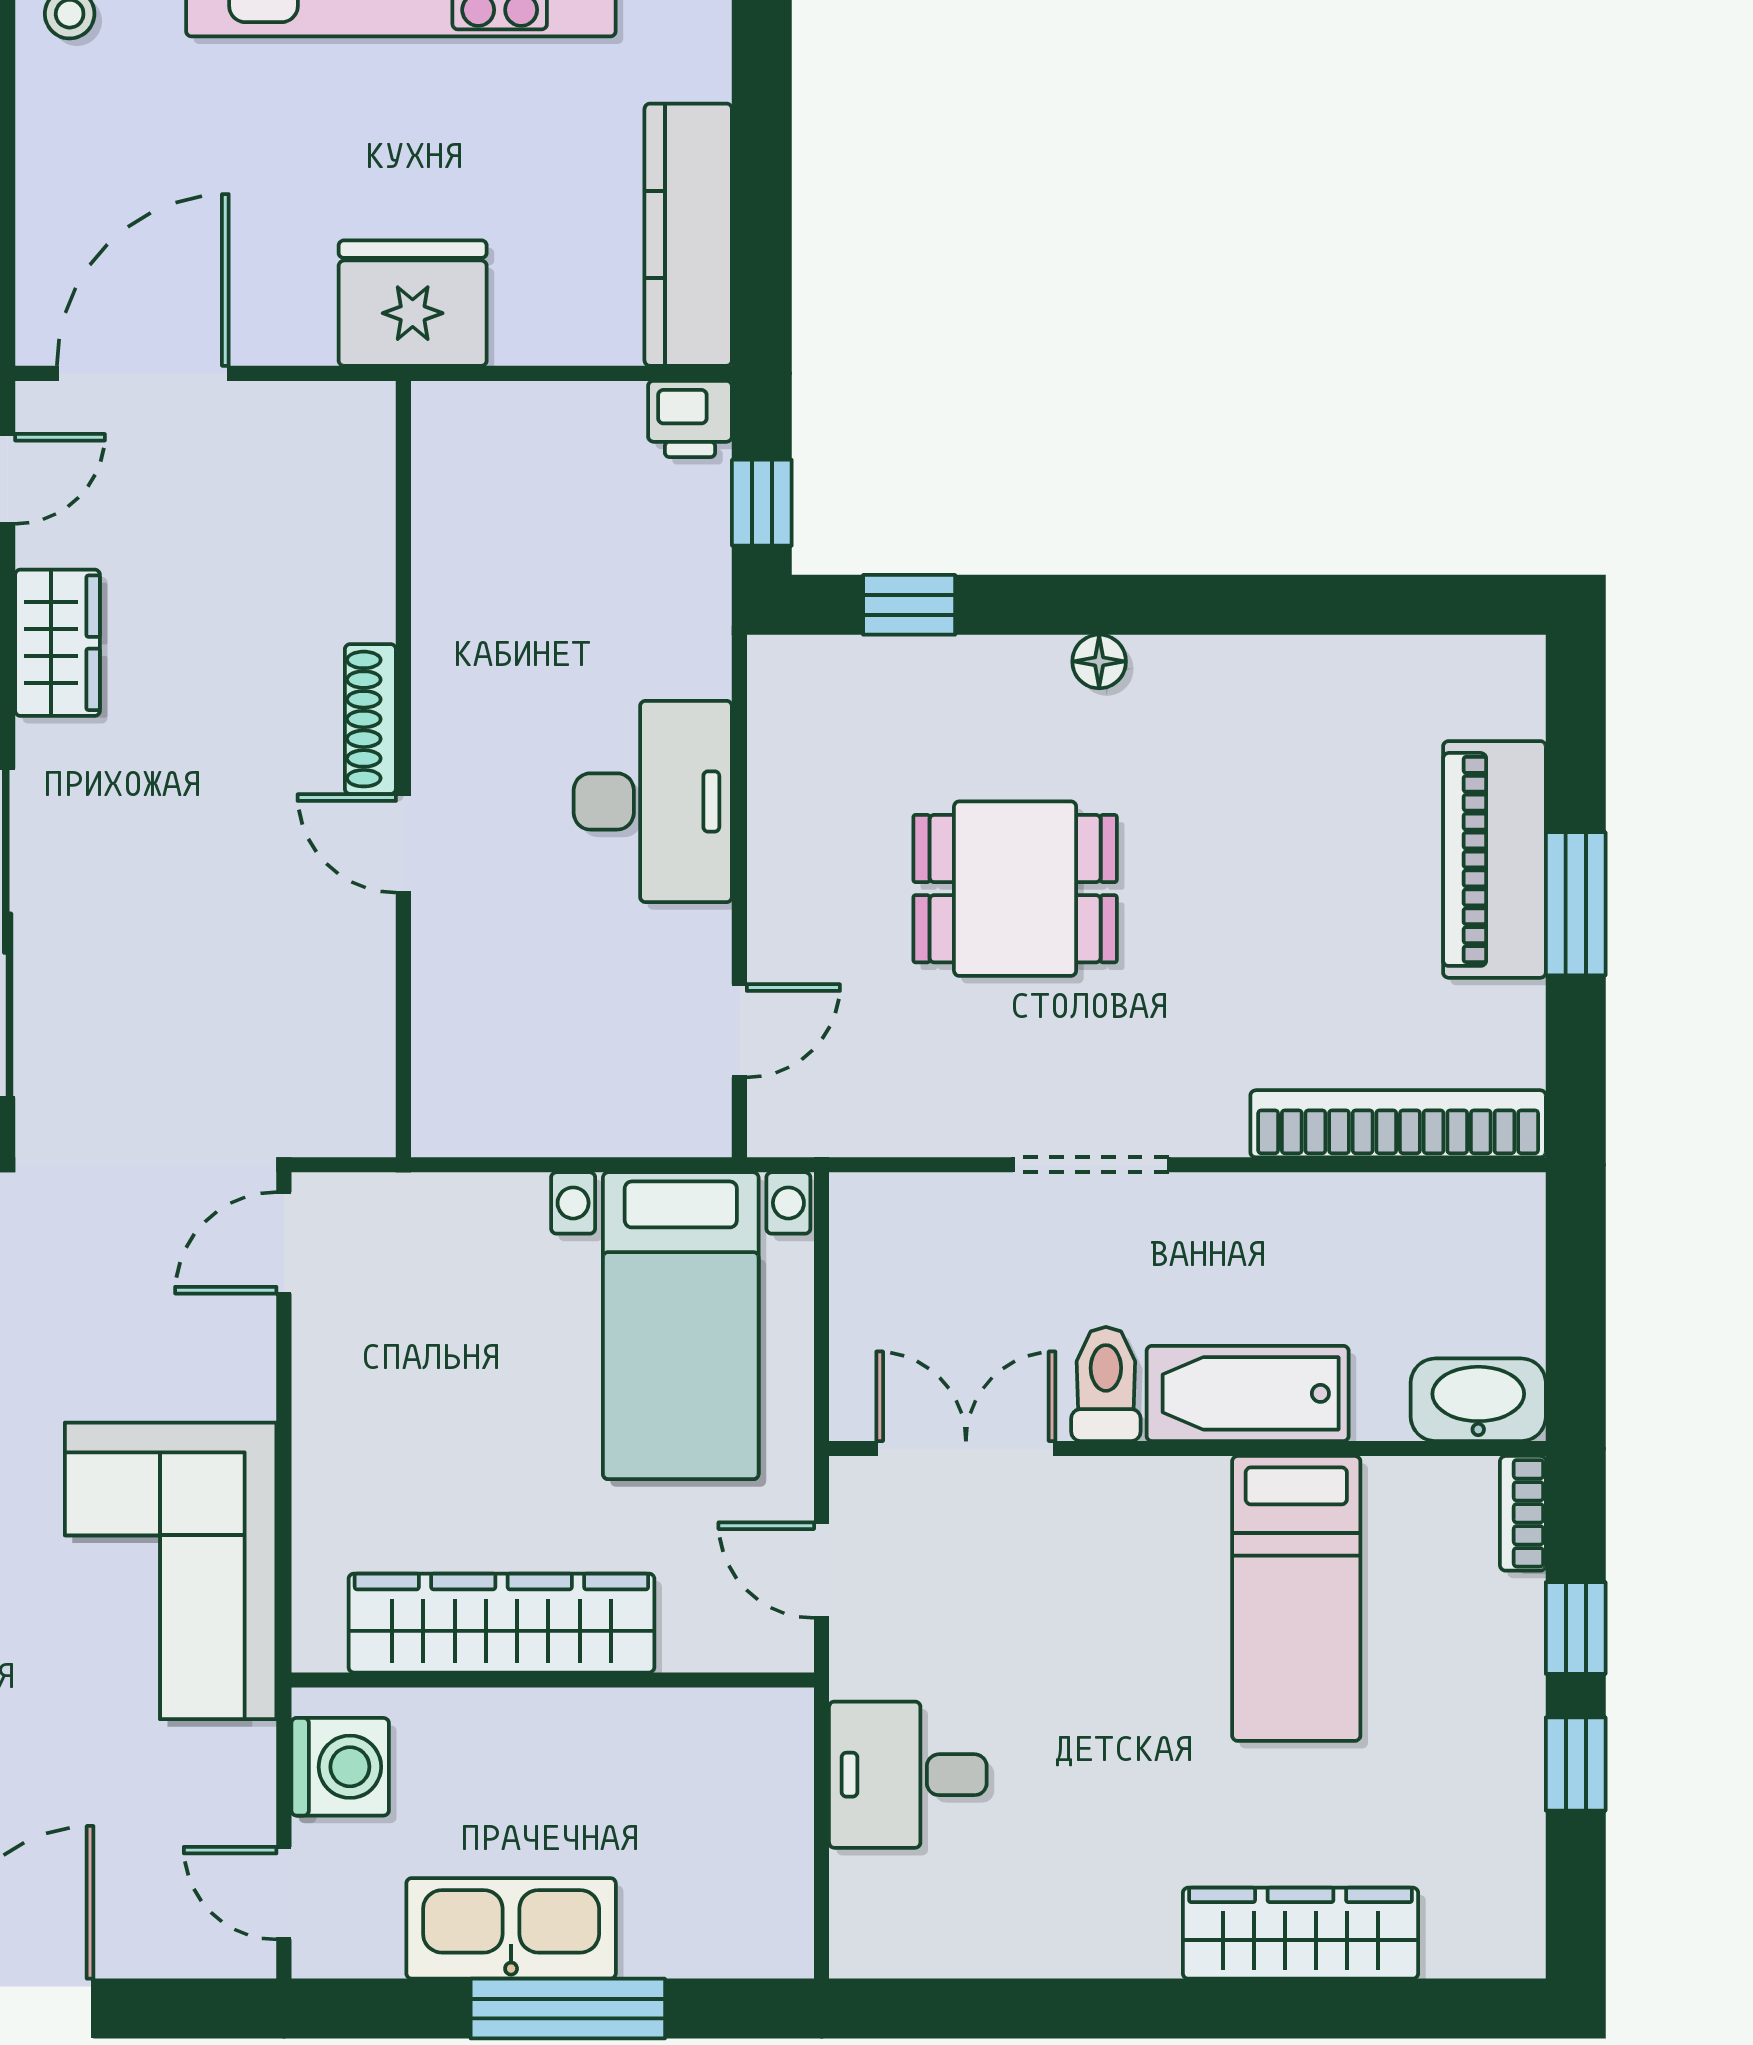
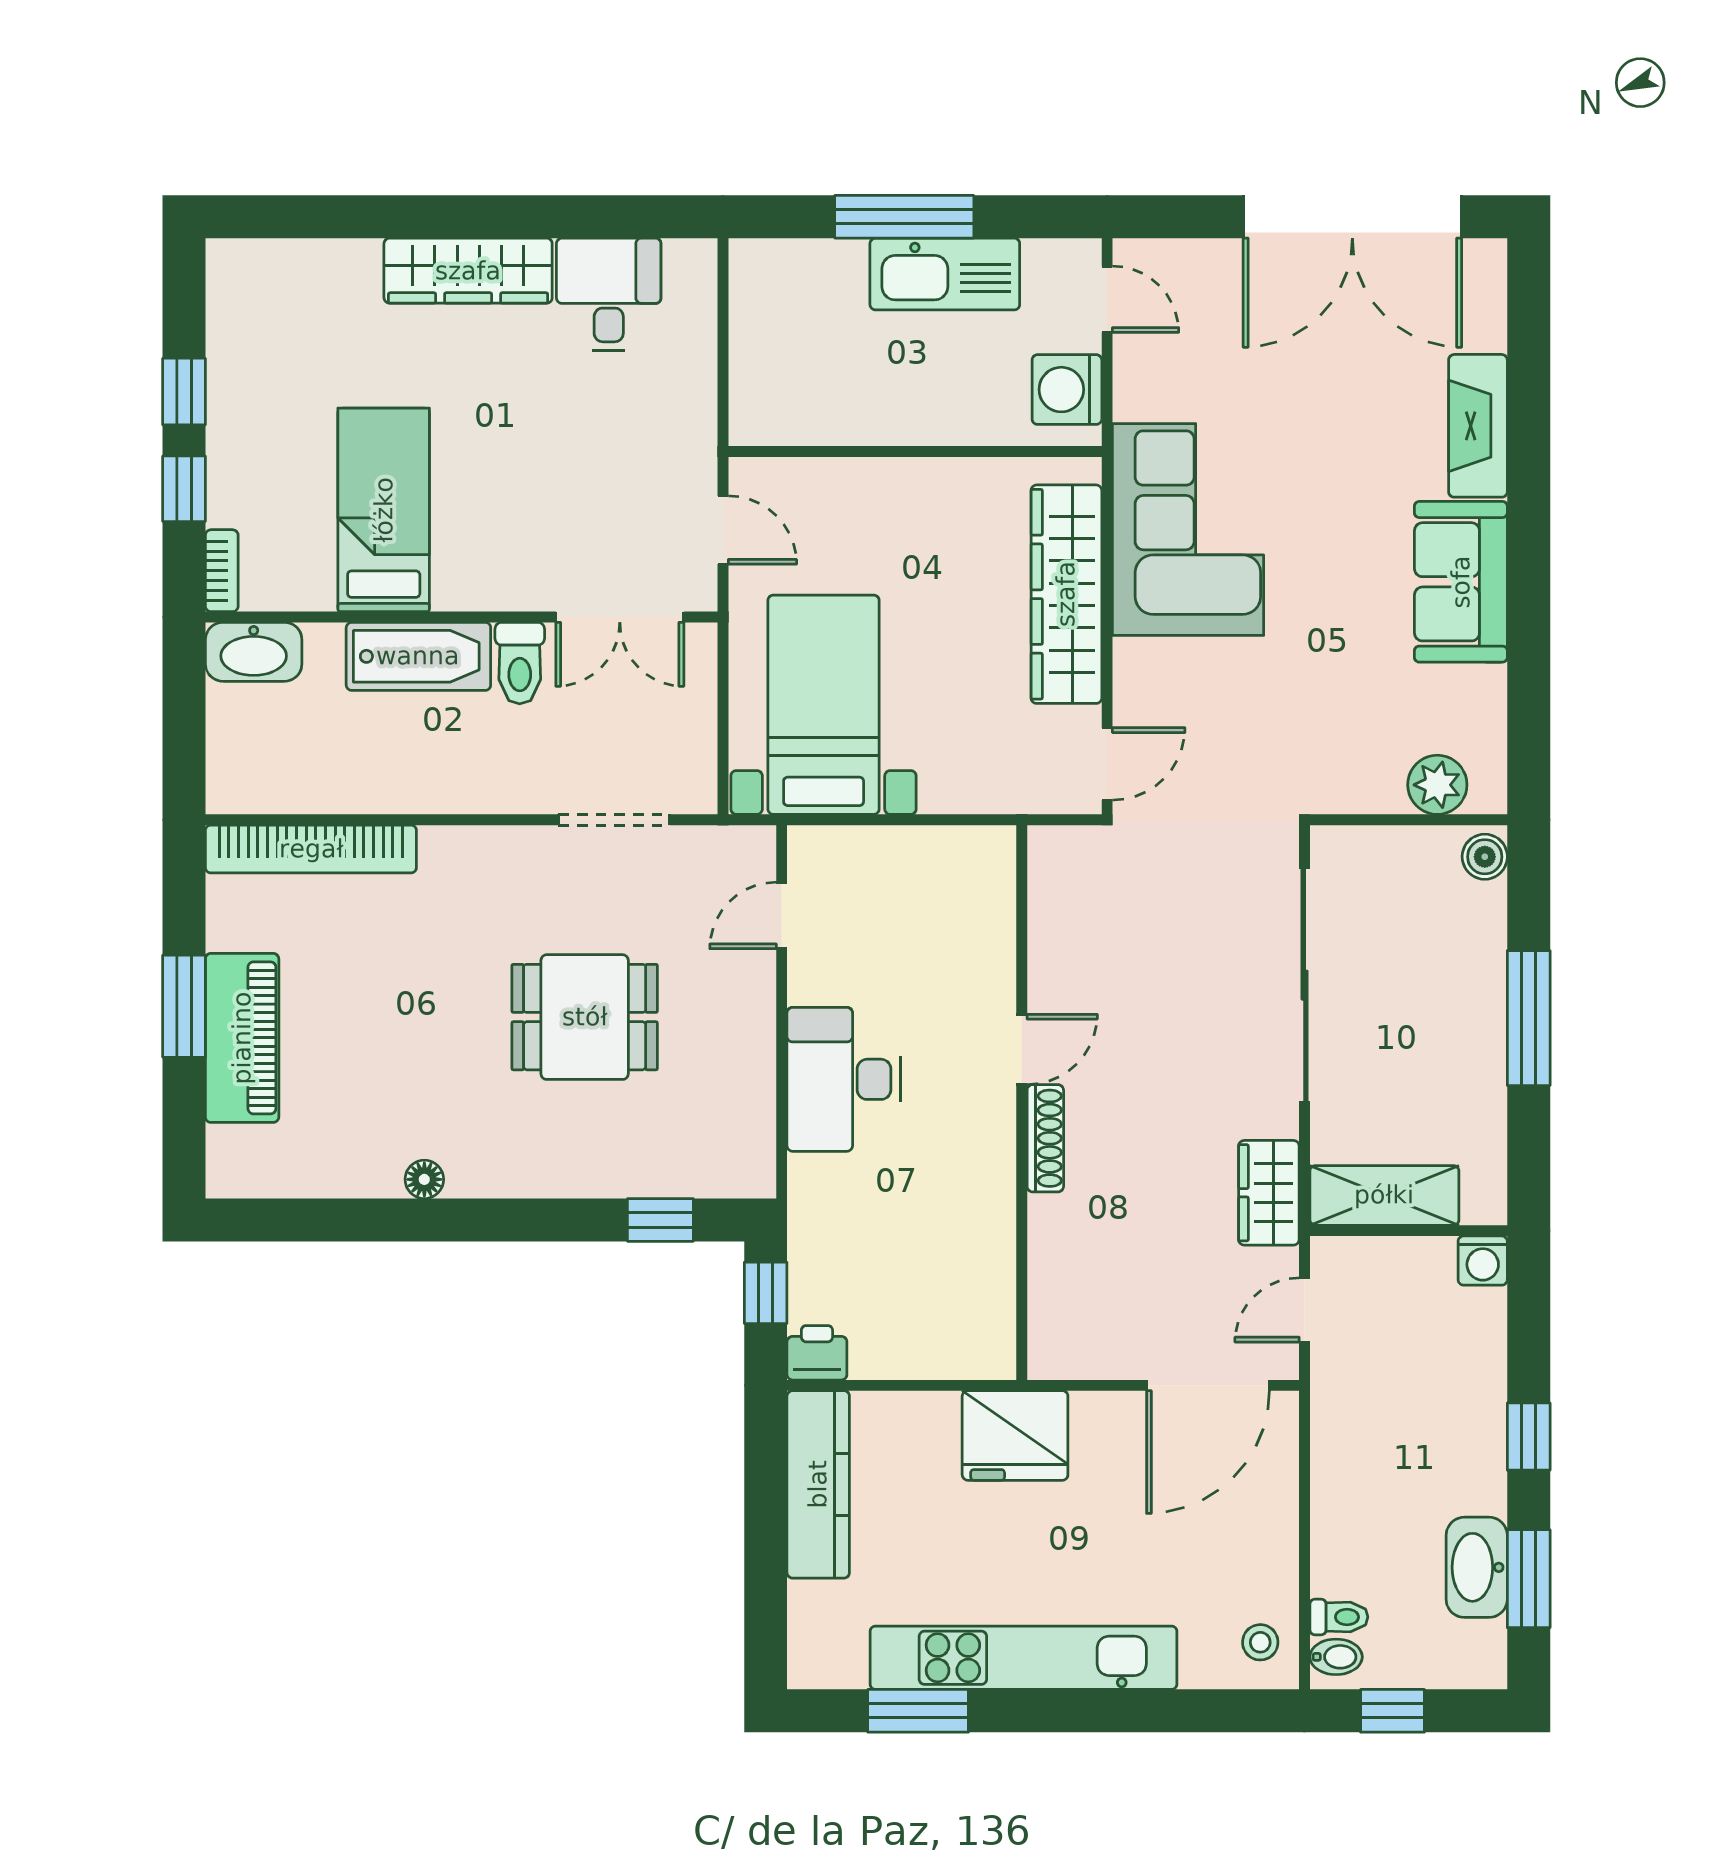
floor lamp: (1099, 661) -> (424, 1179), moved
door: (403, 843) -> (1022, 1049), hinge flipped
doorway: (1091, 1165) -> (614, 820), moved
wardrobe: (501, 1623) -> (1066, 594), moved, turned 90
desk: (908, 1775) -> (609, 294), moved, turned -90
wardrobe: (1301, 1933) -> (468, 271), moved

